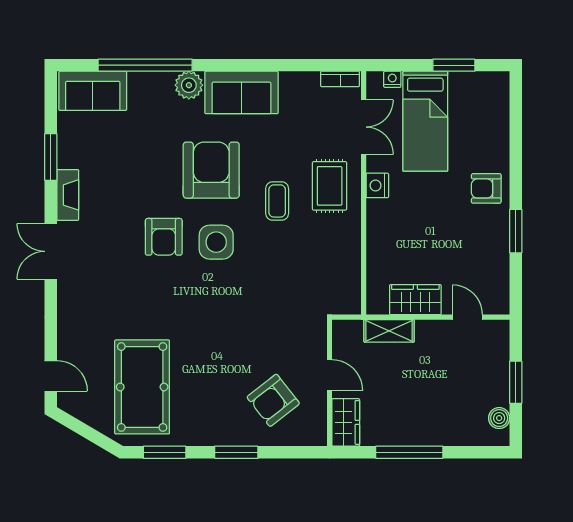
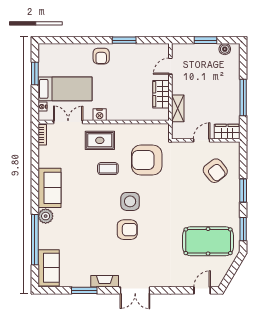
armchair: (211, 170) -> (147, 160), moved

